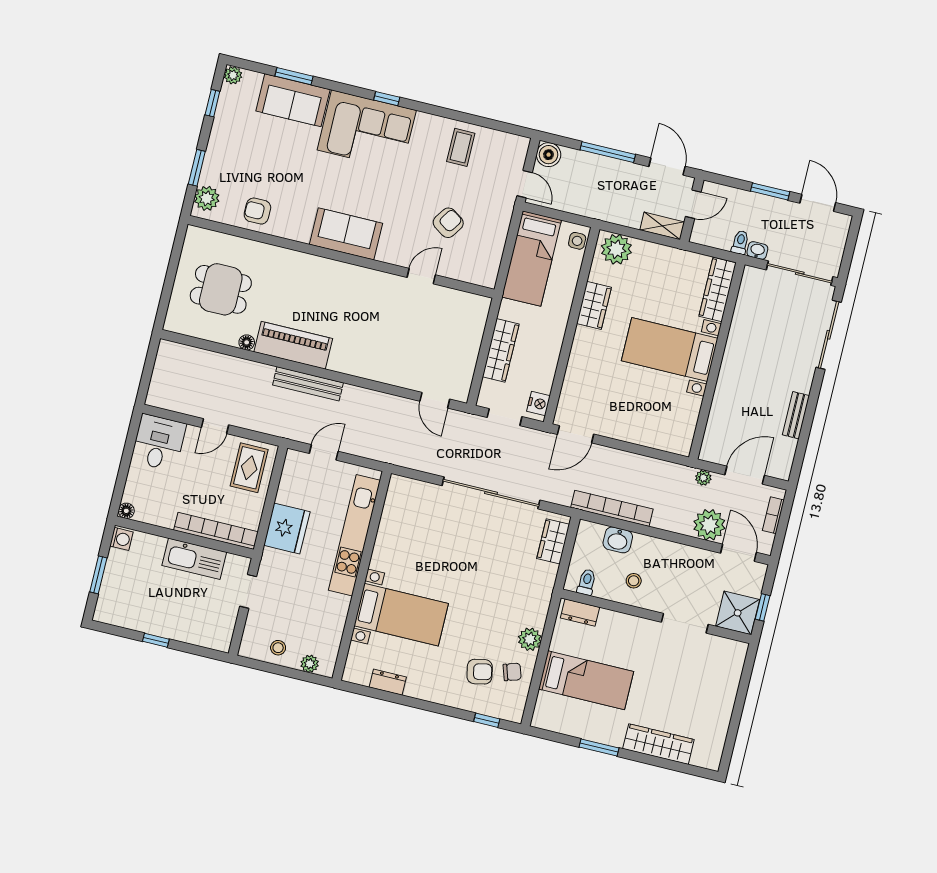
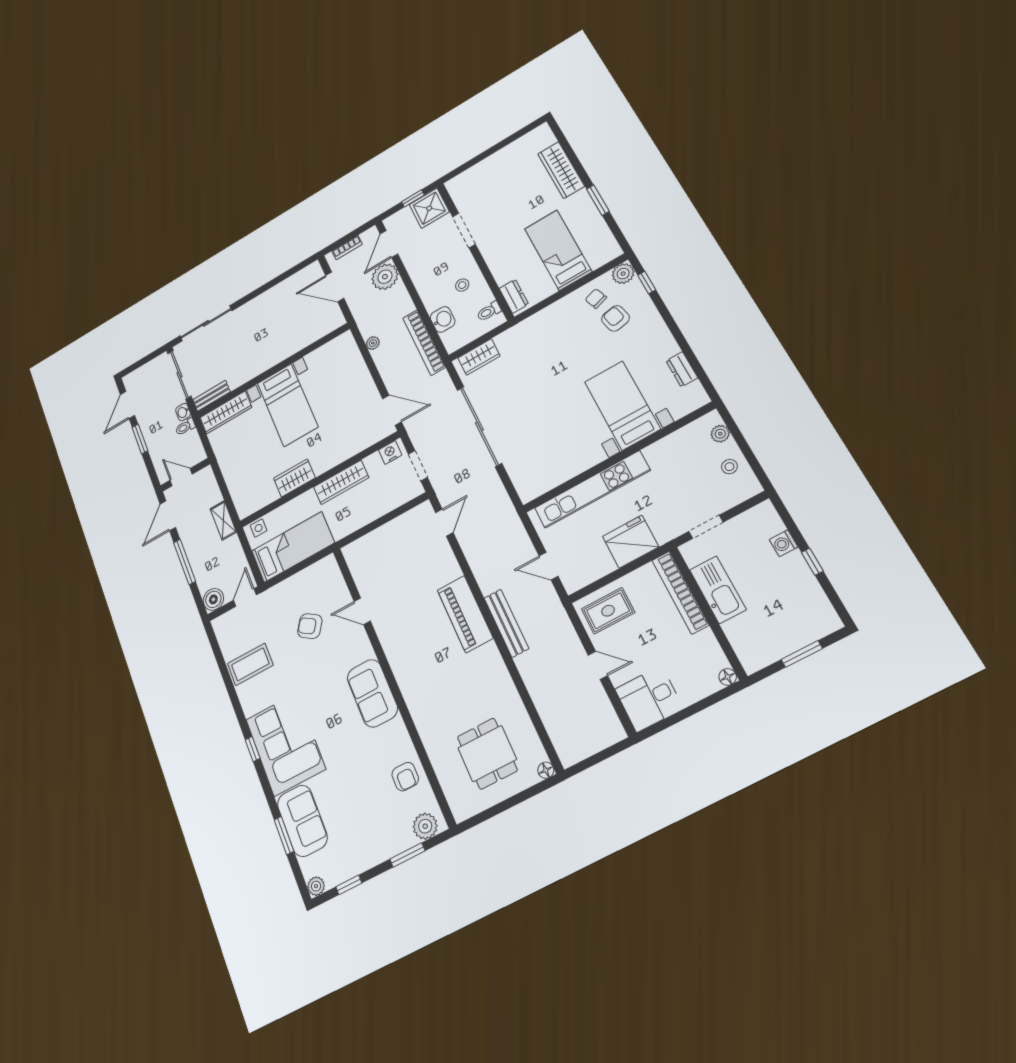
coffee table: (461, 147) -> (250, 664), width x1.36, depth x1.30
shelving: (662, 226) -> (223, 520), moved
plant: (616, 249) -> (246, 498), removed
floor lamp: (247, 342) -> (546, 770), moved
piano: (293, 345) -> (465, 614), moved
wardrobe: (501, 350) -> (341, 482), moved, turned 180
bench: (796, 415) -> (212, 396), moved
plant: (703, 478) -> (373, 343), moved
washing machine: (121, 539) -> (784, 543), moved, turned -90
plant: (530, 639) -> (623, 274), moved

